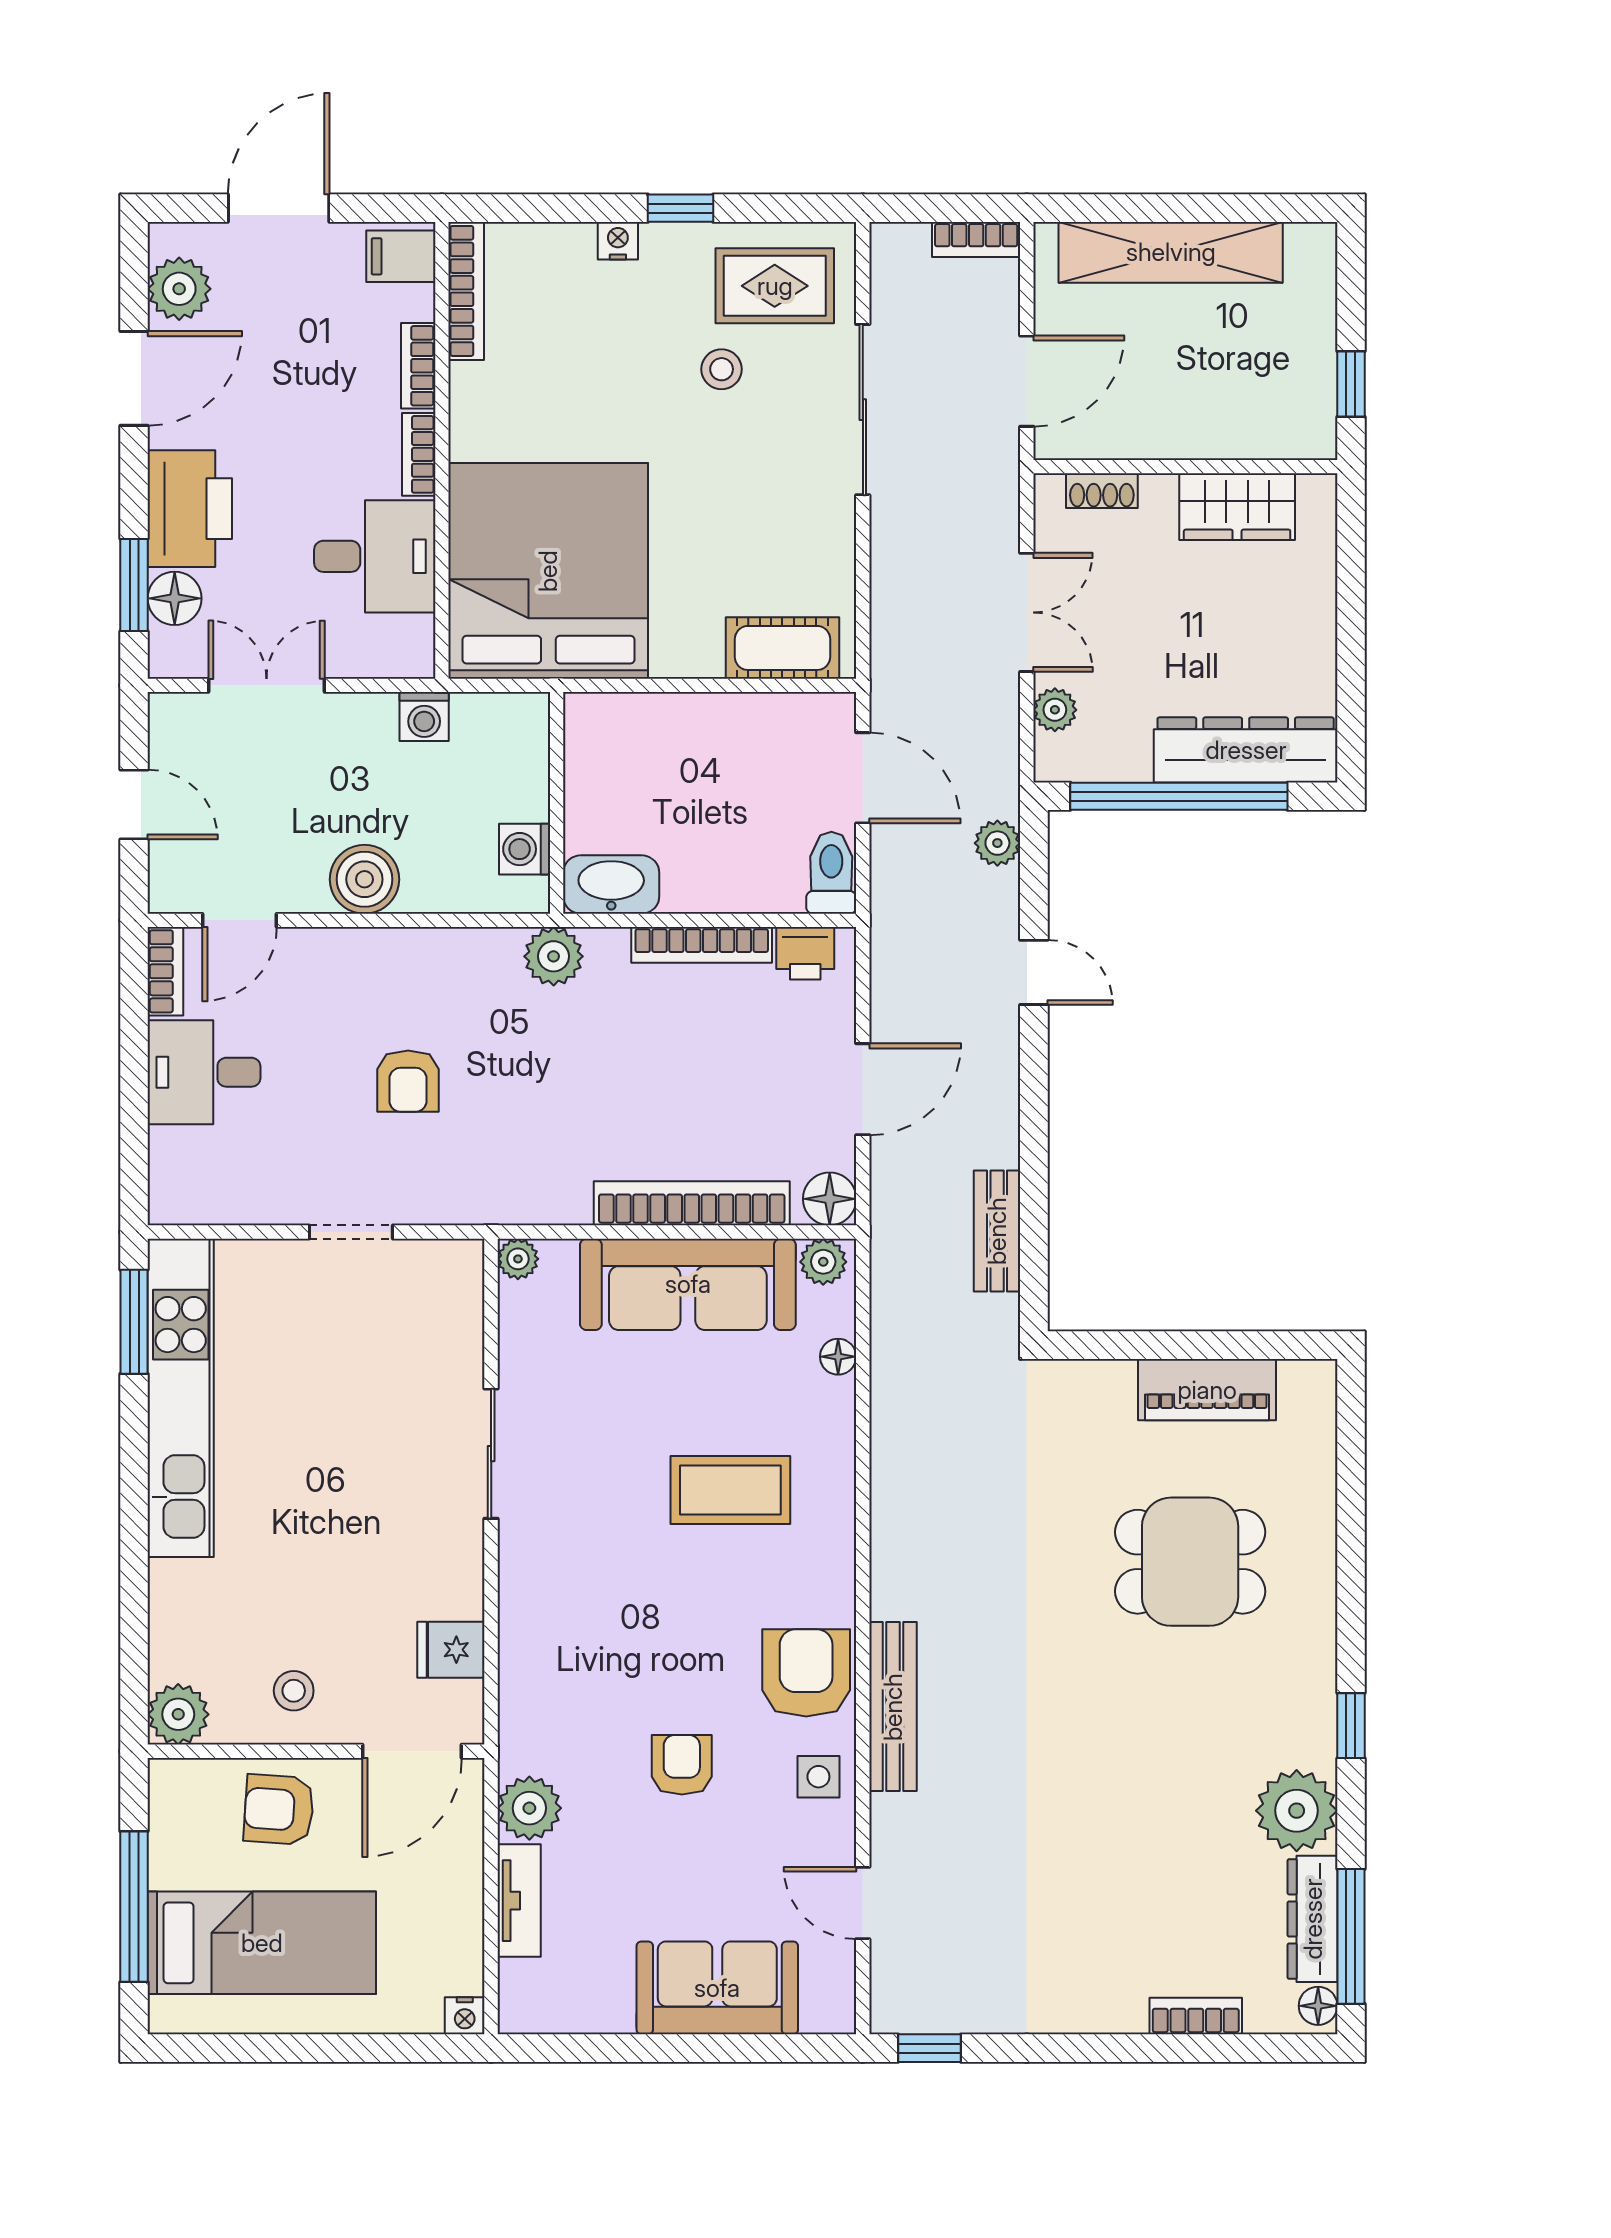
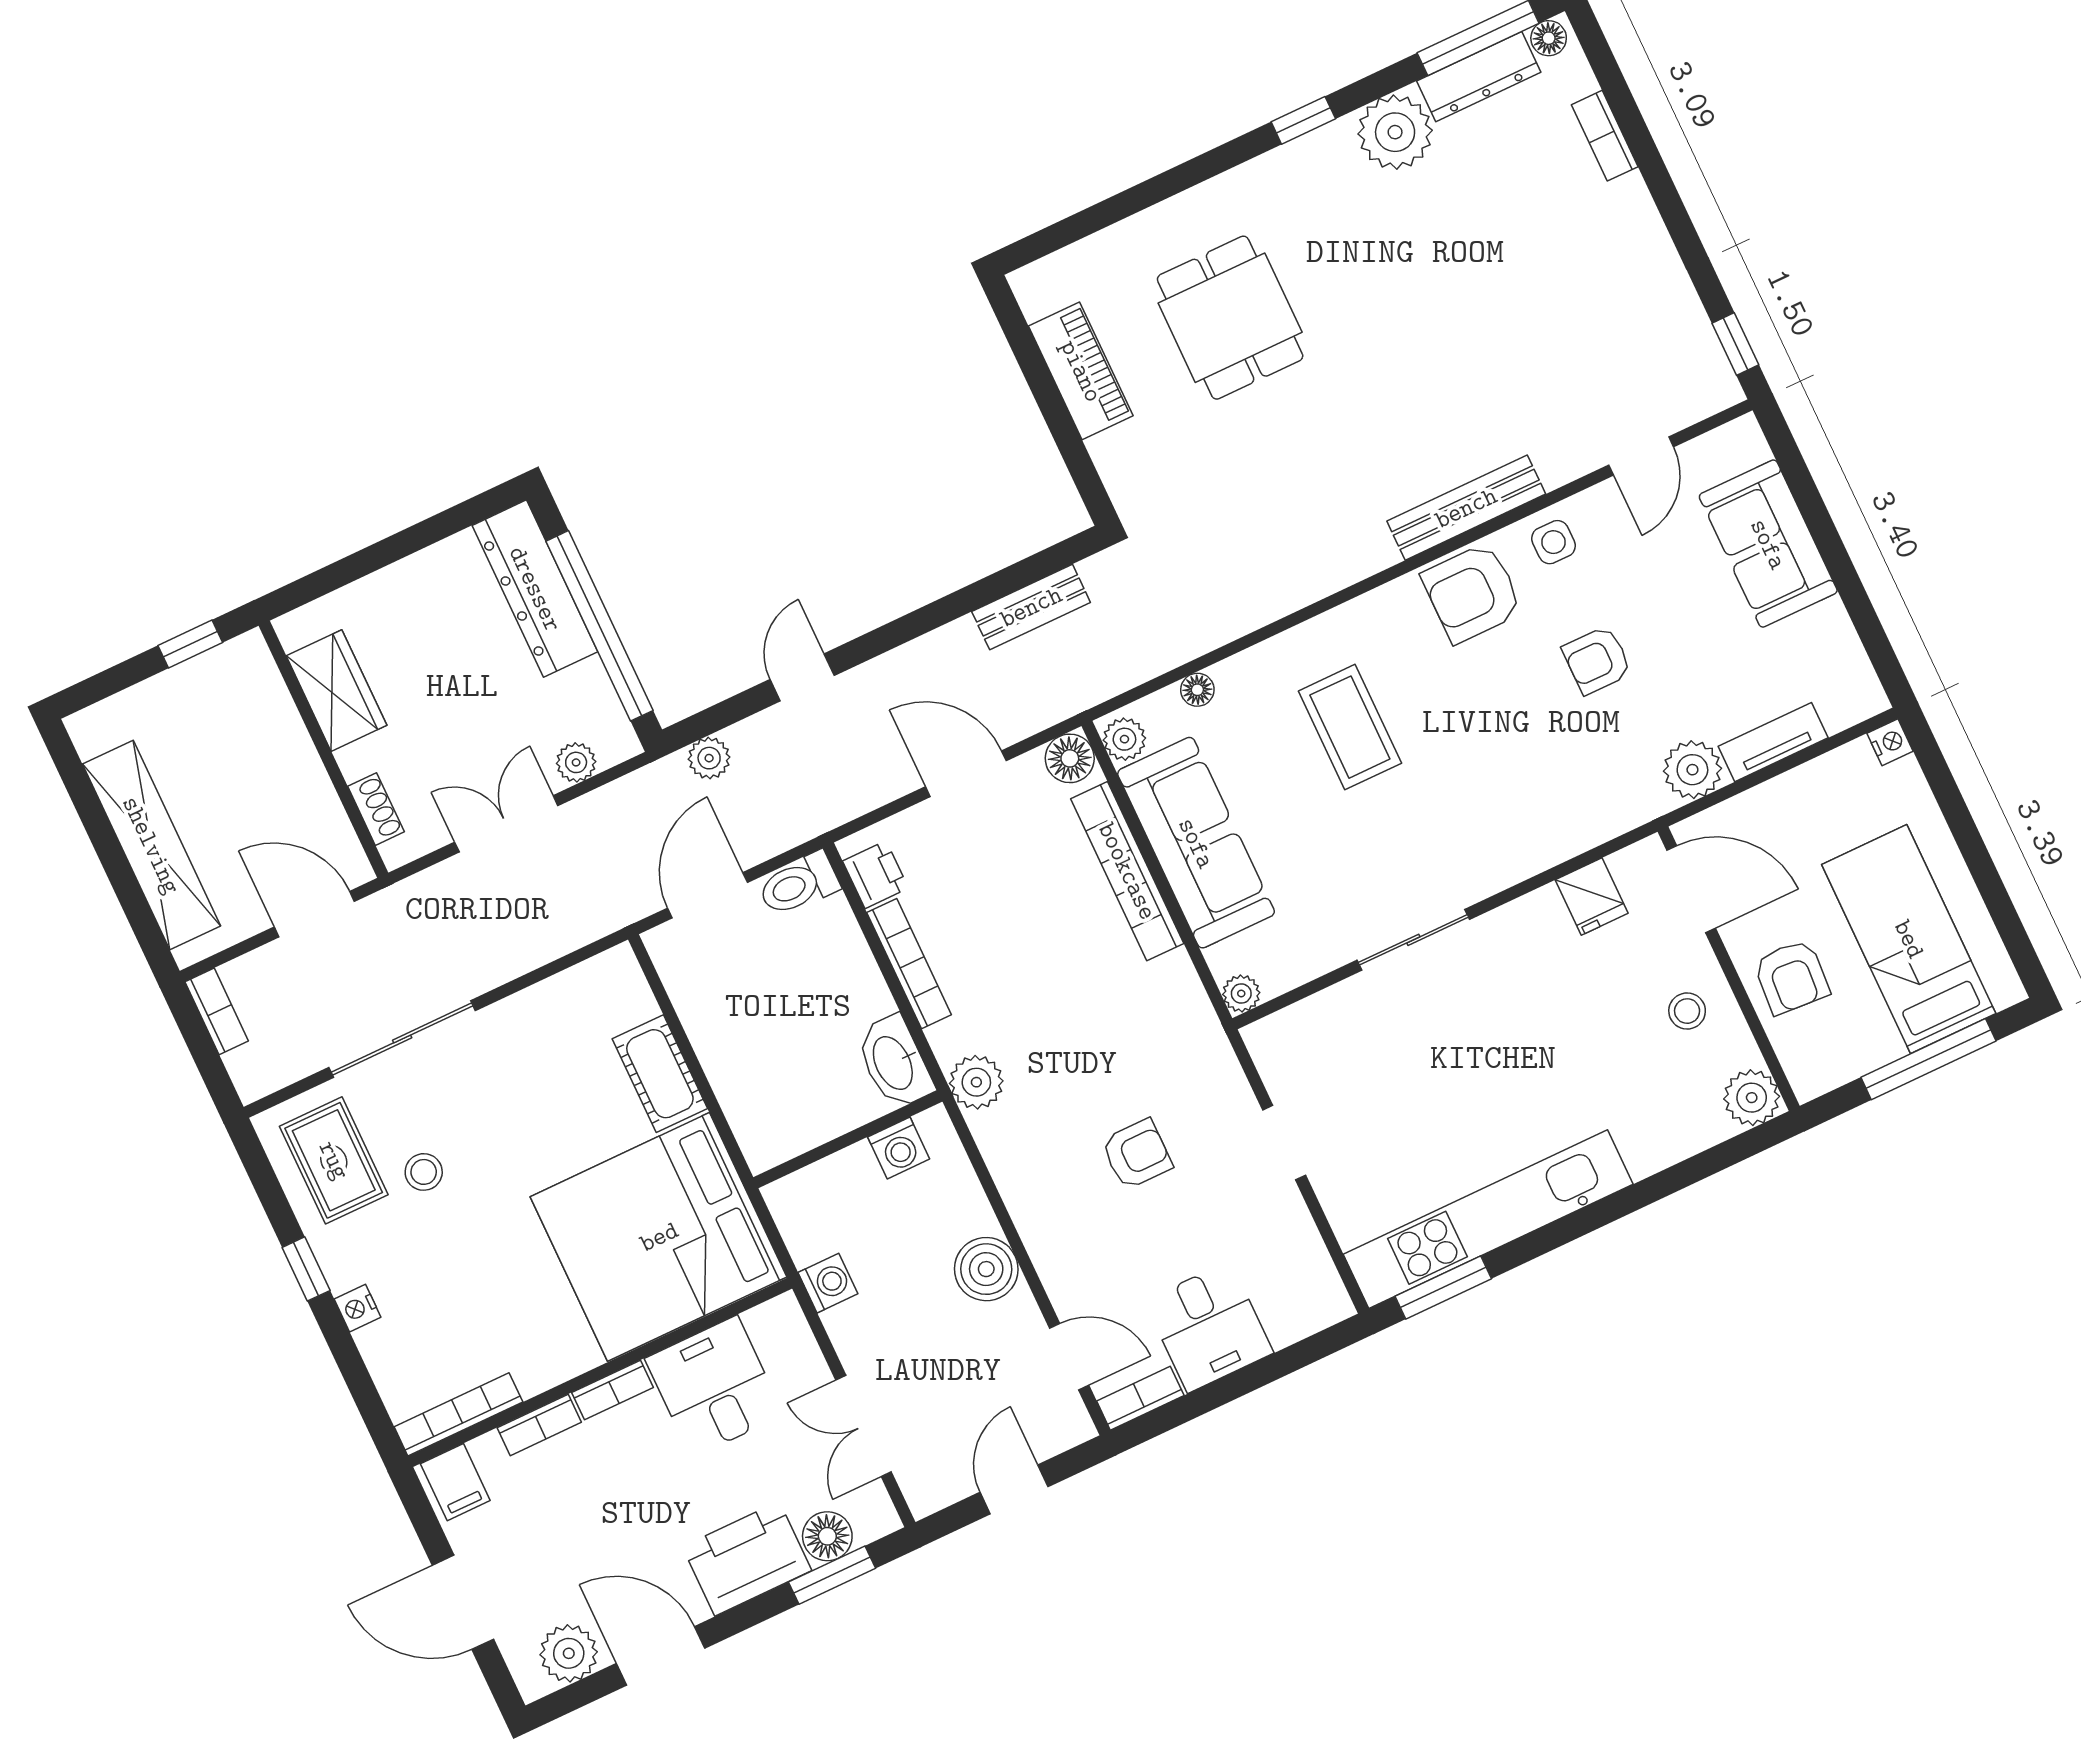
cot: (782, 648) -> (660, 1074), moved

